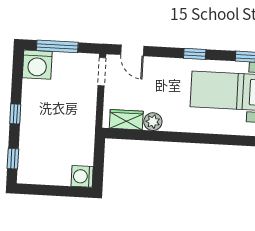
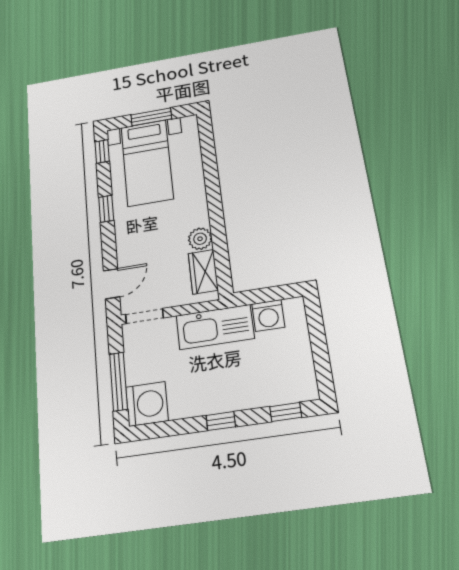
kitchen sink: (83, 121) -> (215, 327), added
washing machine: (82, 176) -> (268, 316), moved

